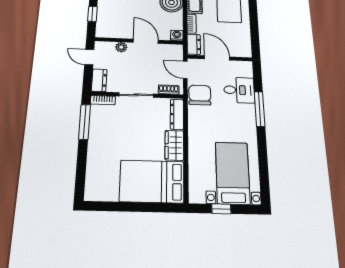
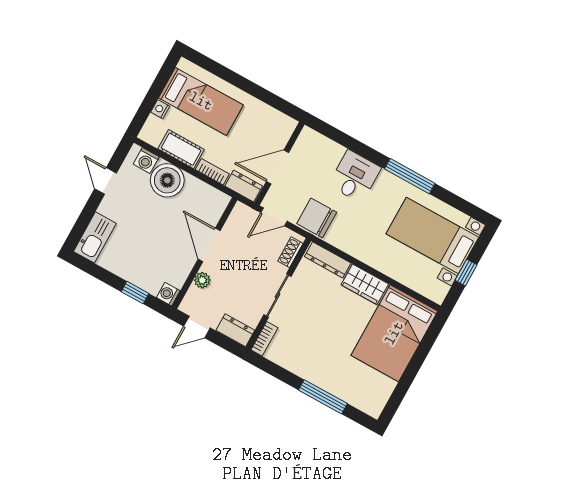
washing machine: (177, 35) -> (168, 294), moved
door: (146, 41) -> (209, 245), hinge flipped
desk: (239, 90) -> (355, 176), moved
window: (260, 109) -> (410, 176), moved
window: (84, 122) -> (323, 397), moved

